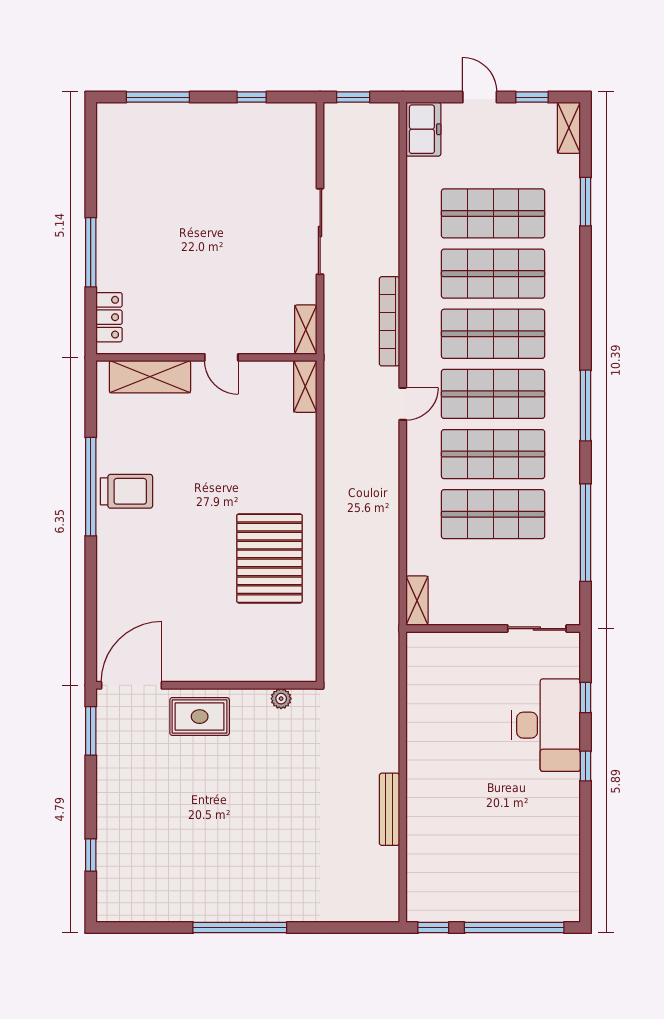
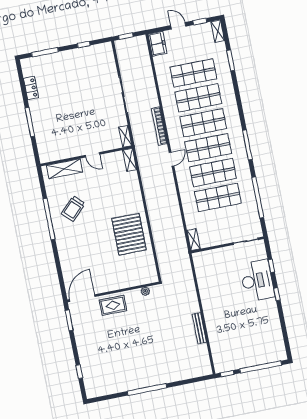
locker: (109, 317) -> (31, 88), moved
trolley: (127, 491) -> (73, 209), moved, turned 135

